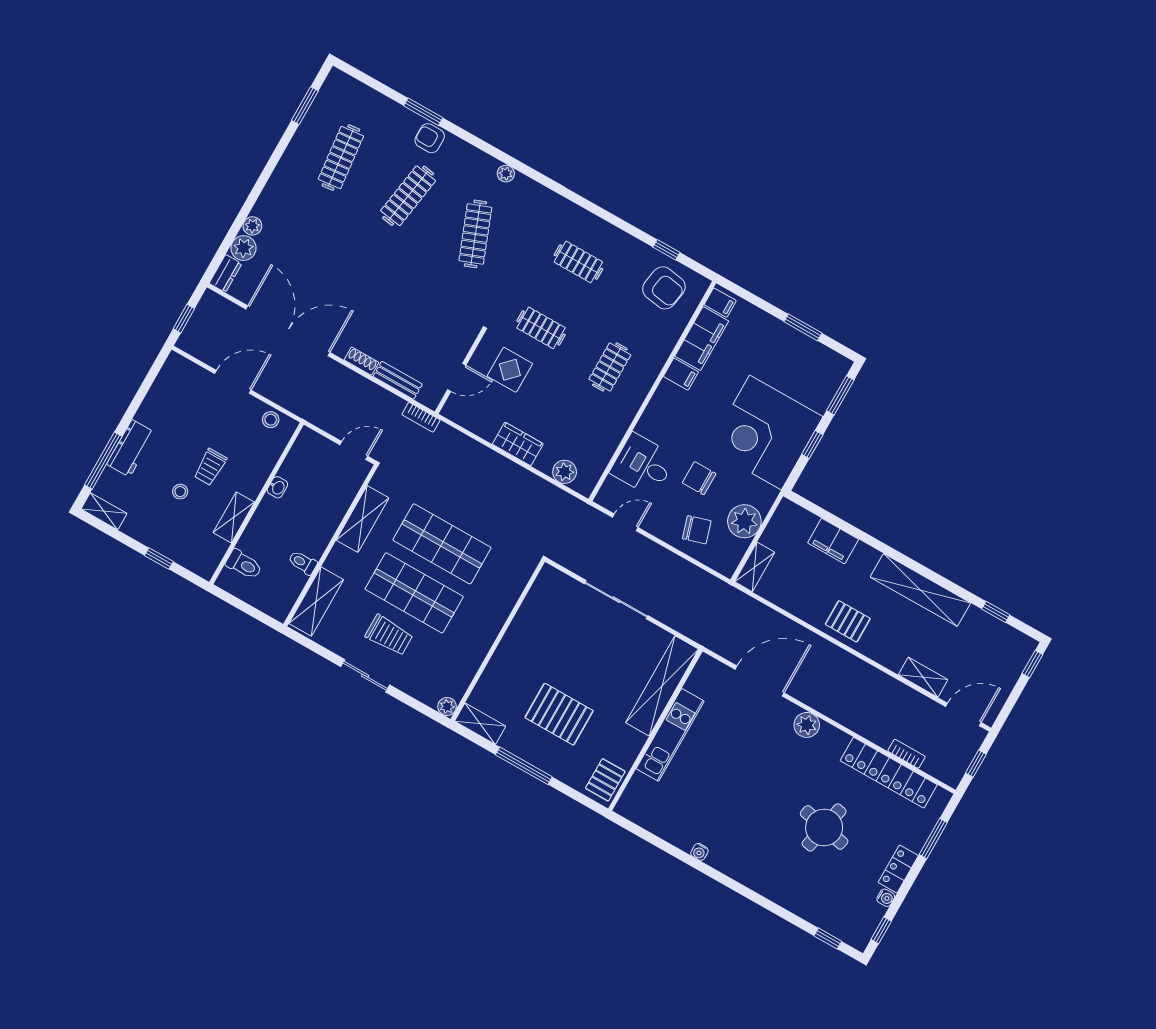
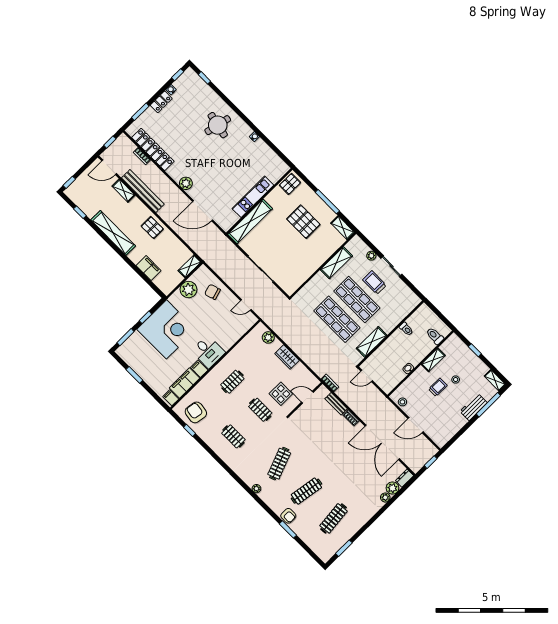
desk: (643, 465) -> (208, 352), moved
chair: (699, 478) -> (204, 316), removed
shelving: (316, 602) -> (336, 263), moved
bench: (886, 687) -> (143, 191), added
plant: (447, 707) -> (371, 256), moved
round table: (824, 827) -> (218, 125), moved

